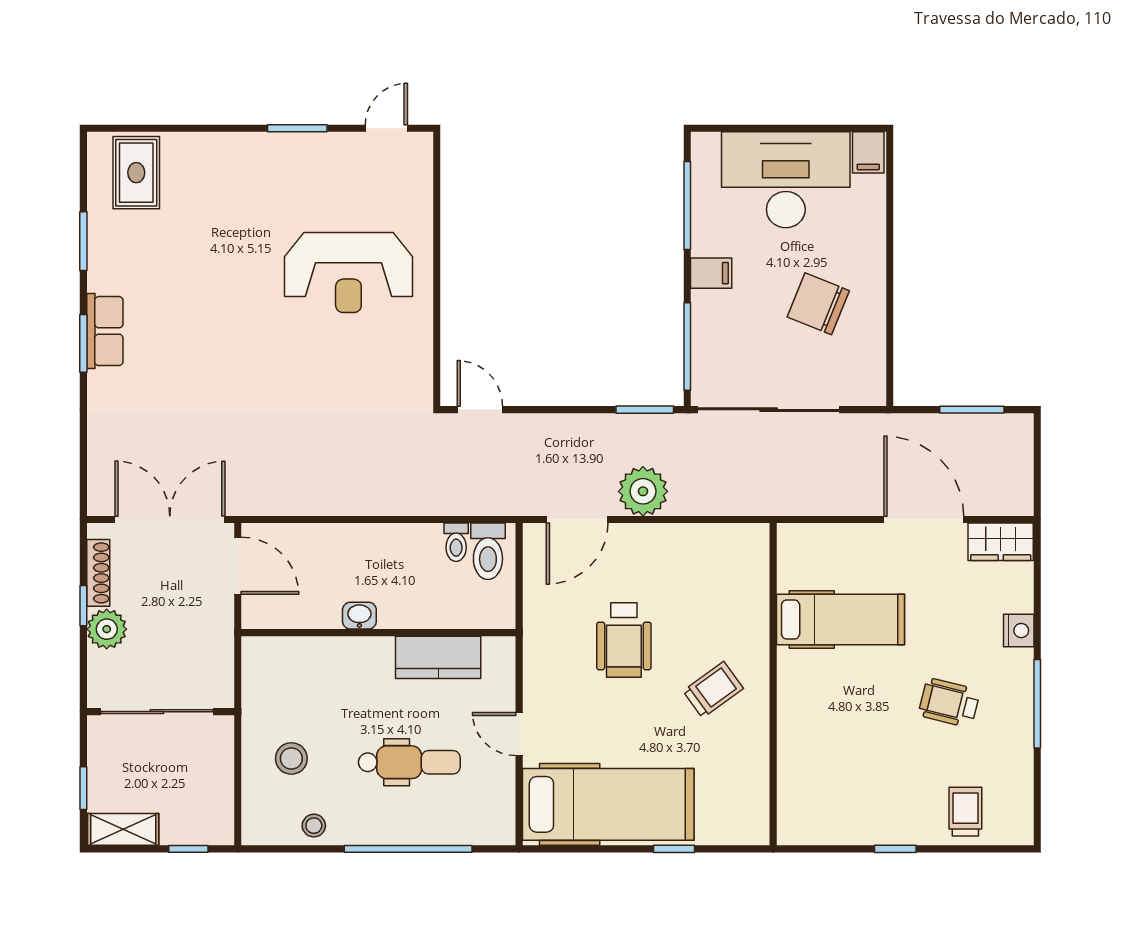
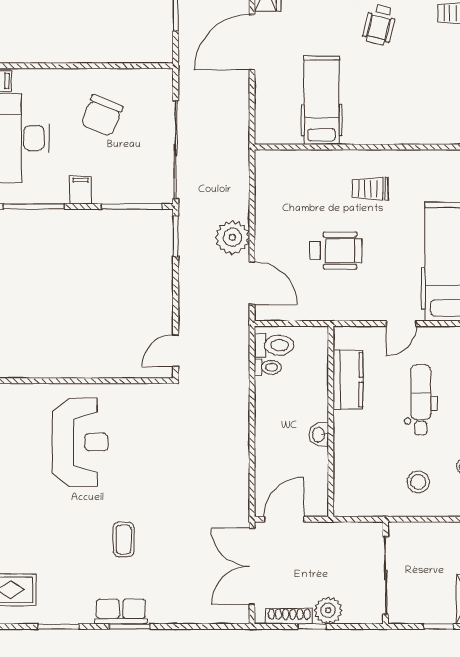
coffee table: (209, 335) -> (124, 539), added
trolley: (713, 690) -> (370, 189), turned -54

